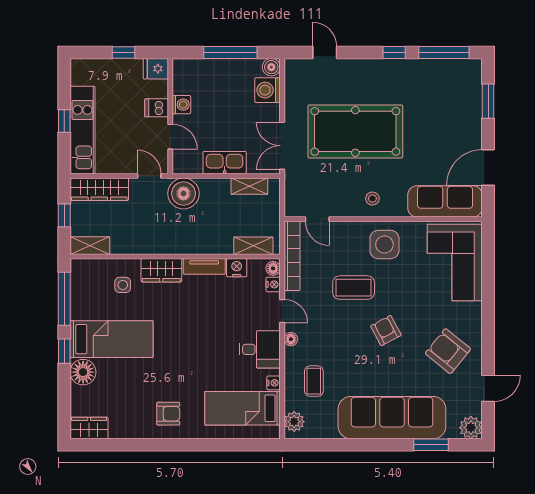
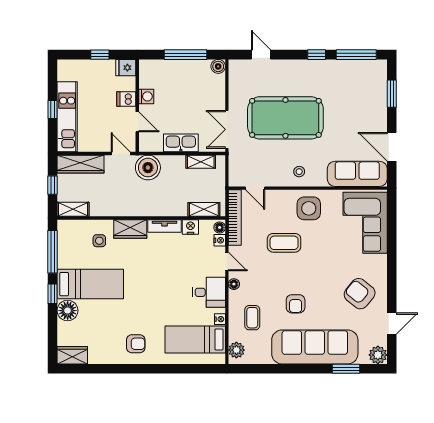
washing machine: (268, 90) -> (215, 85), removed
door: (488, 168) -> (392, 147), hinge flipped
armchair: (386, 330) -> (296, 304), moved, turned -152

